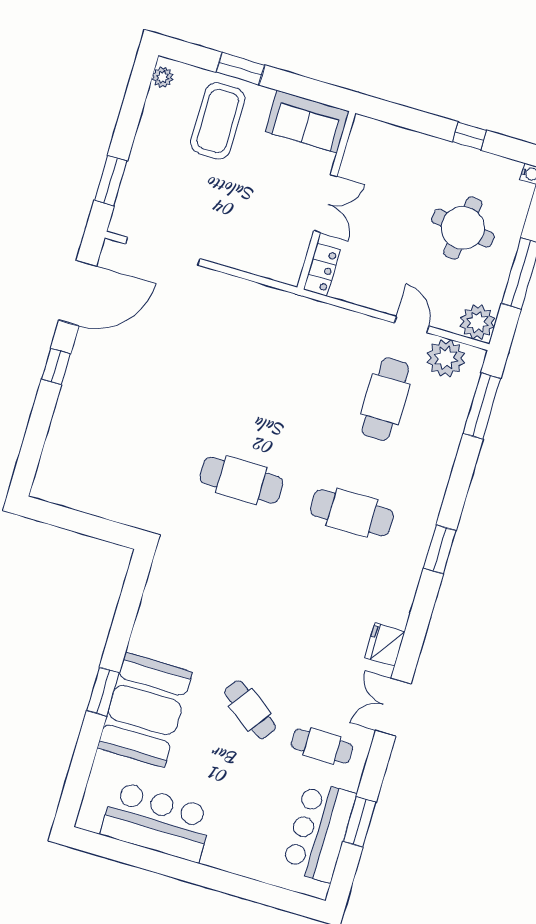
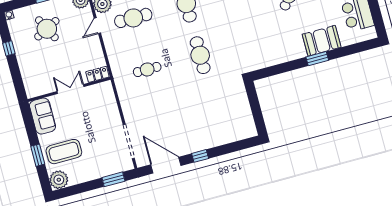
plant: (163, 77) -> (59, 180), width x1.87, depth x1.87
round table: (463, 228) -> (47, 29), turned -35
cafe table: (275, 367) -> (147, 69), added
booth: (145, 710) -> (322, 41), width x0.73, depth x0.70

